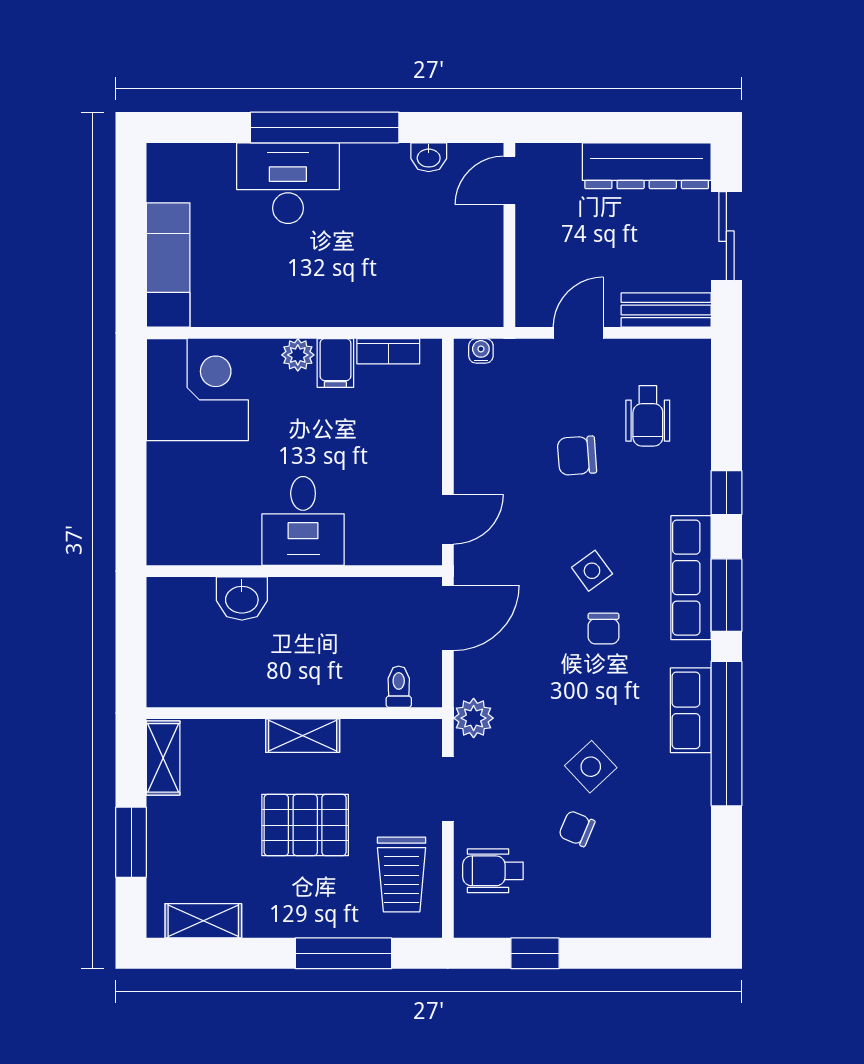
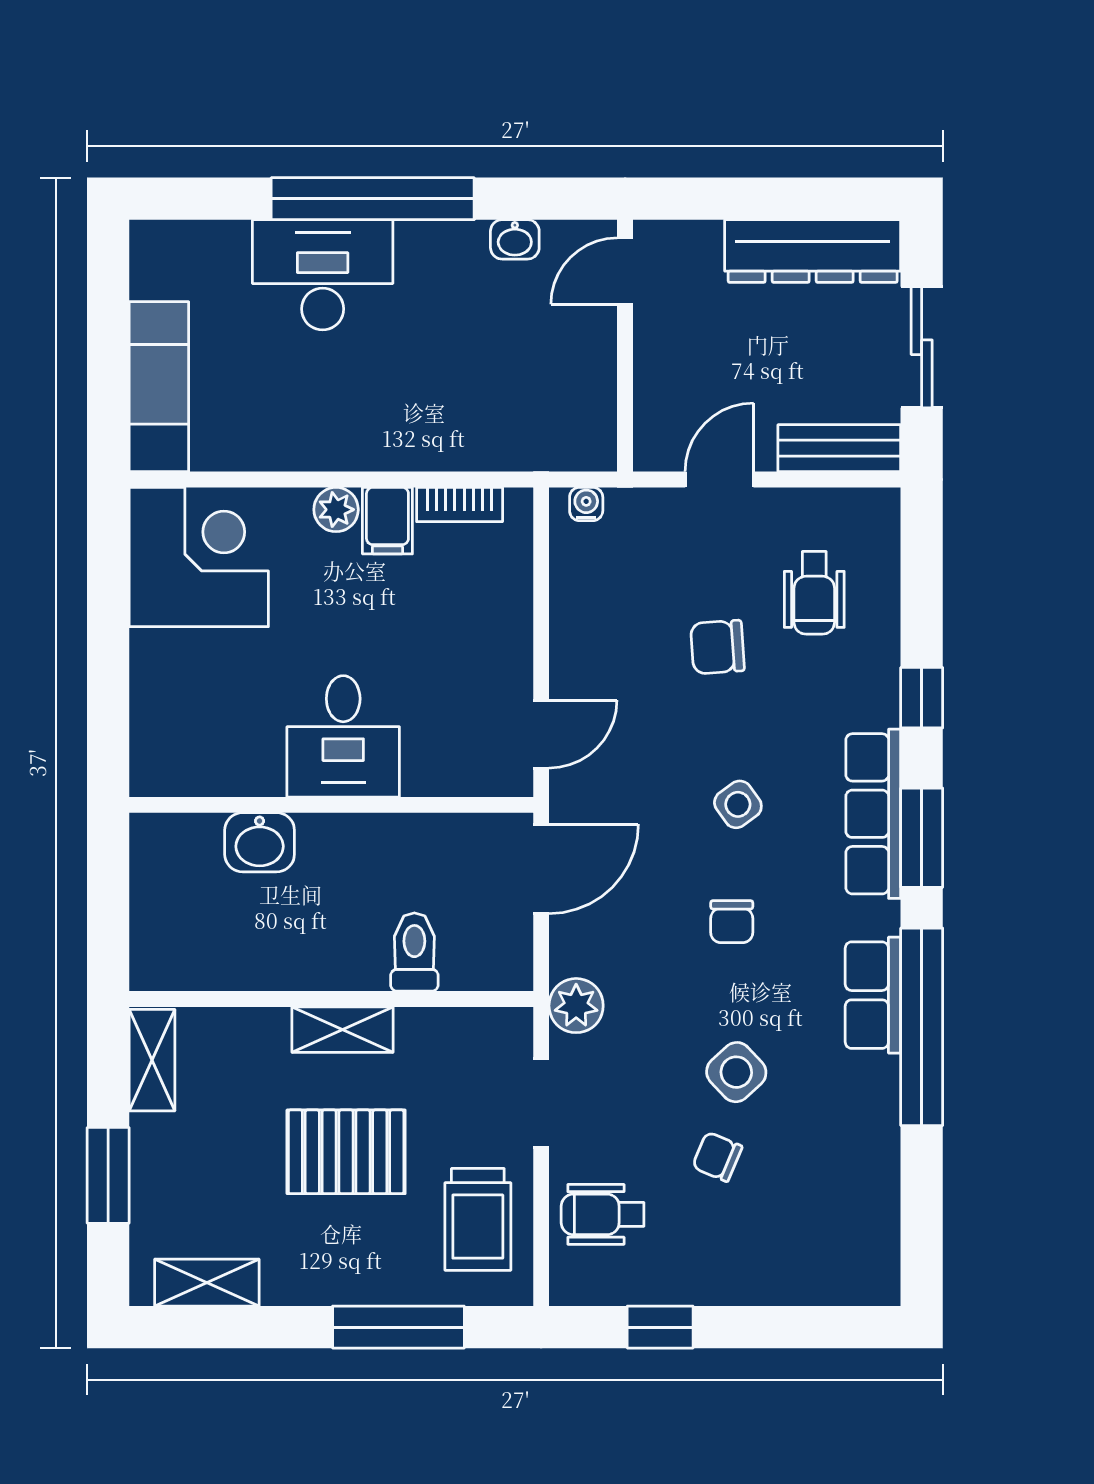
chair: (603, 629) -> (732, 922), moved
toilet: (399, 687) -> (414, 952), moved, width x1.37, depth x1.39

